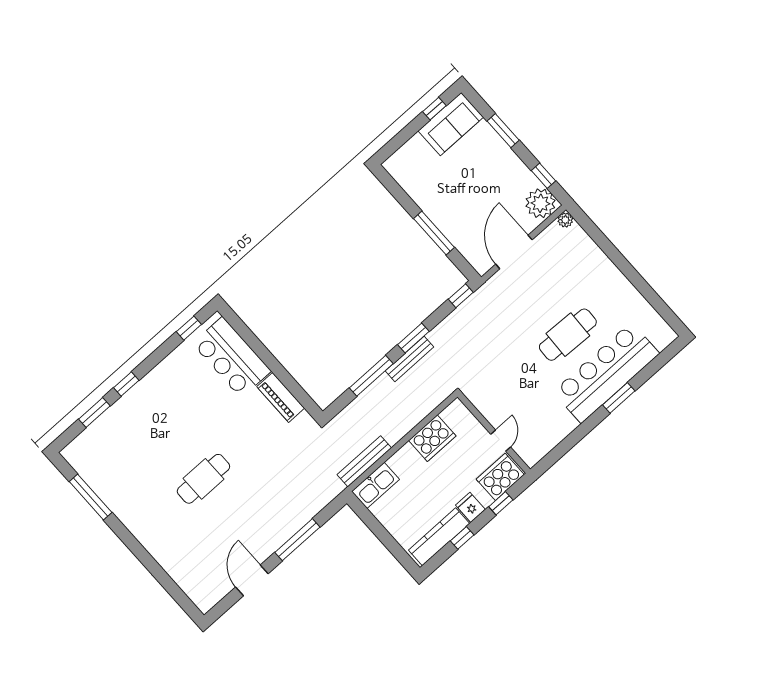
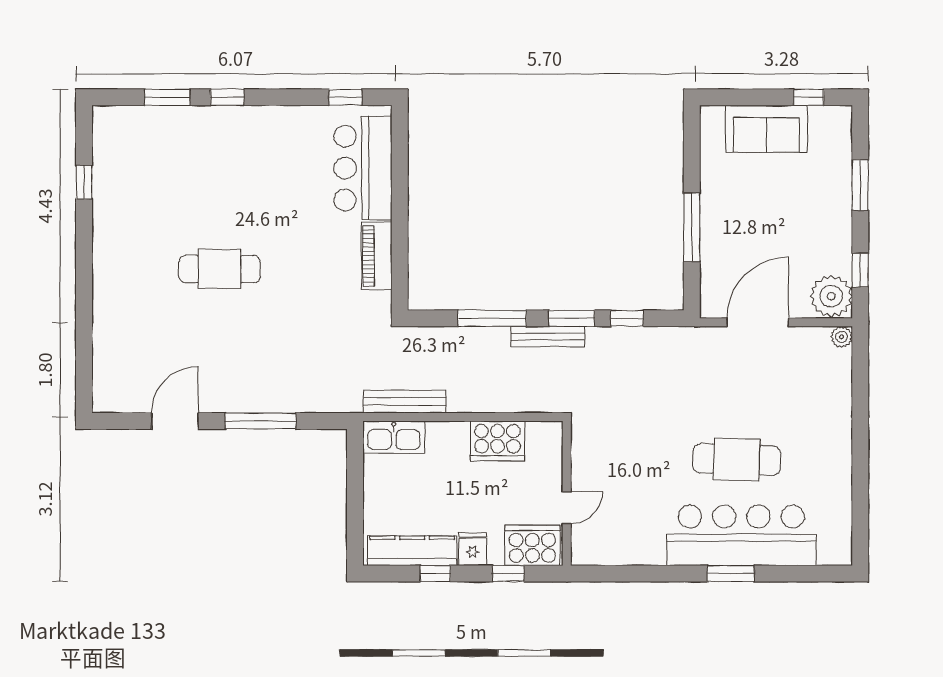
sofa: (451, 124) -> (766, 129), moved
window: (461, 296) -> (627, 318), moved
window: (91, 497) -> (84, 182), width x0.46

